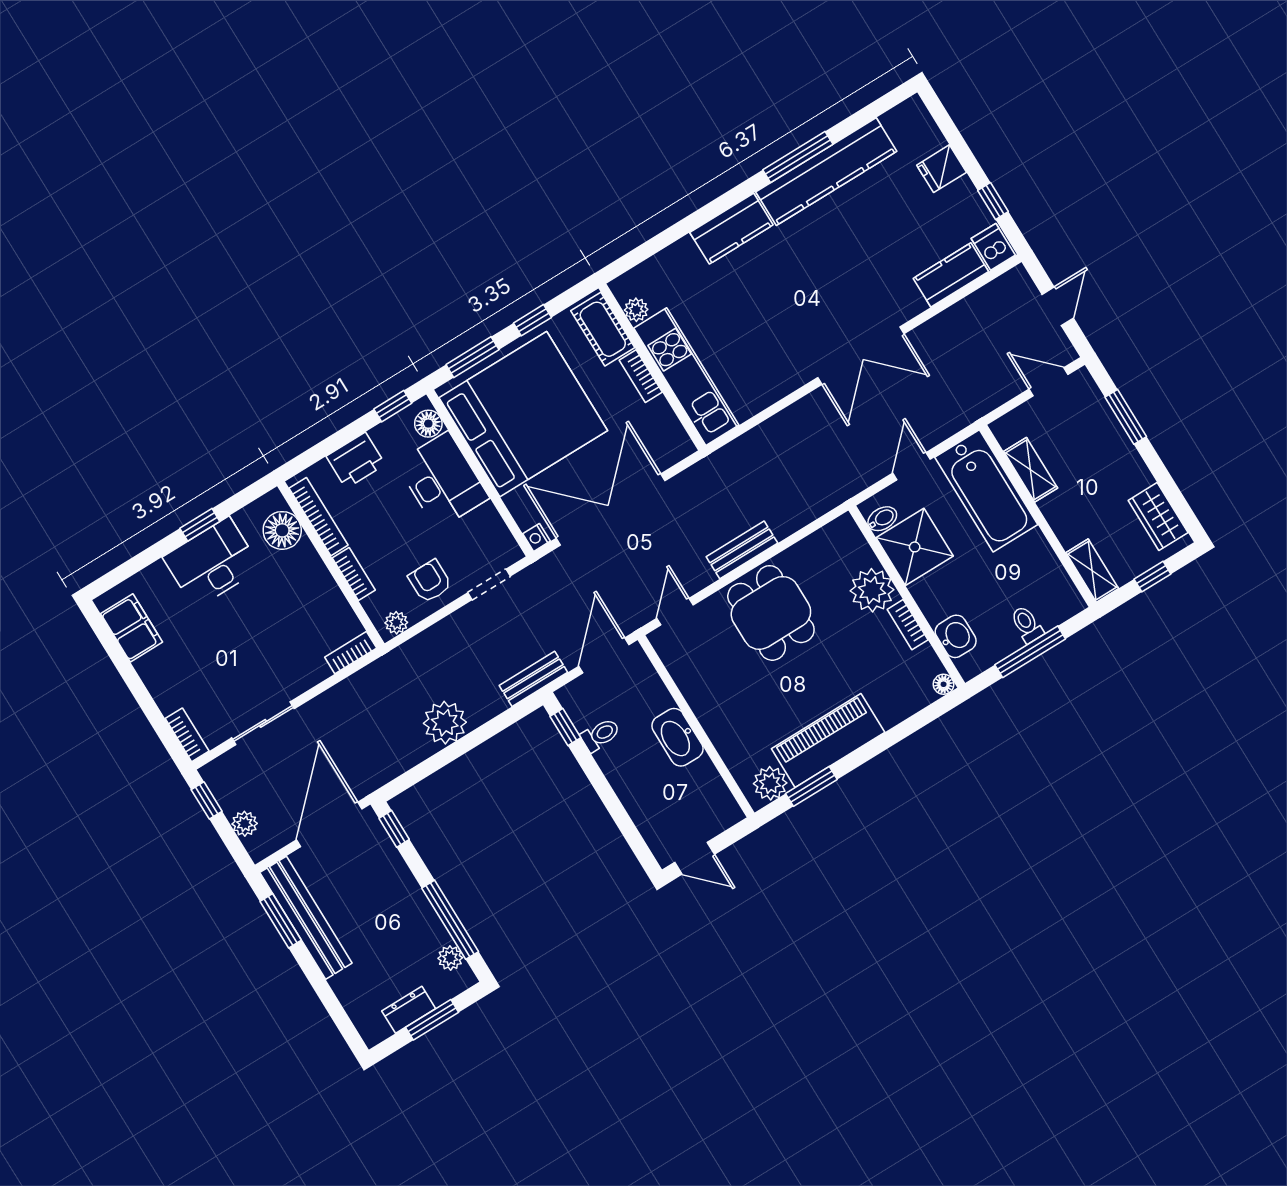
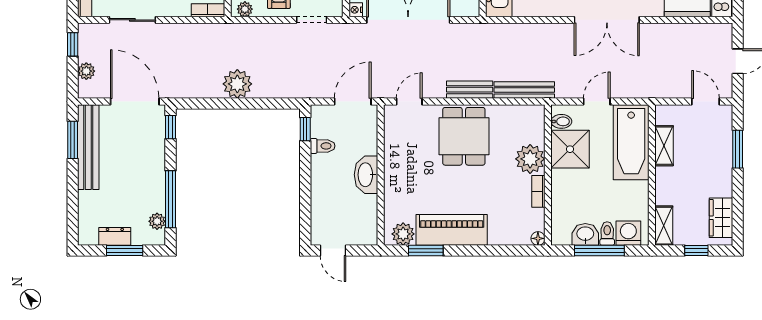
washing machine: (1053, 607) -> (628, 233), added
washbasin: (956, 636) -> (585, 234), moved, turned -90
bench: (533, 679) -> (524, 90), moved, width x1.36
door: (329, 824) -> (135, 102), hinge flipped

